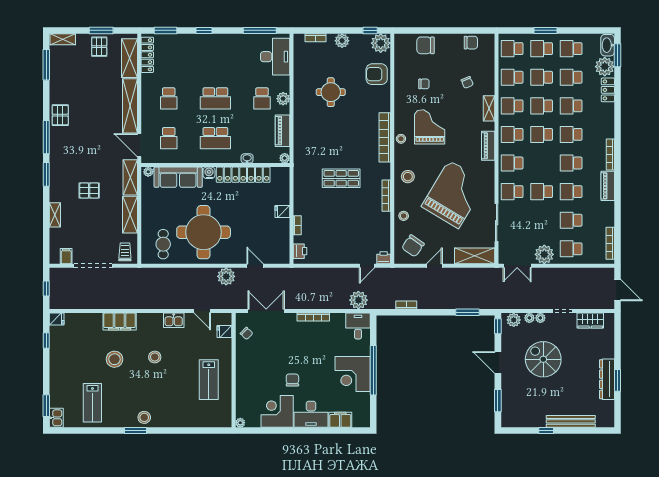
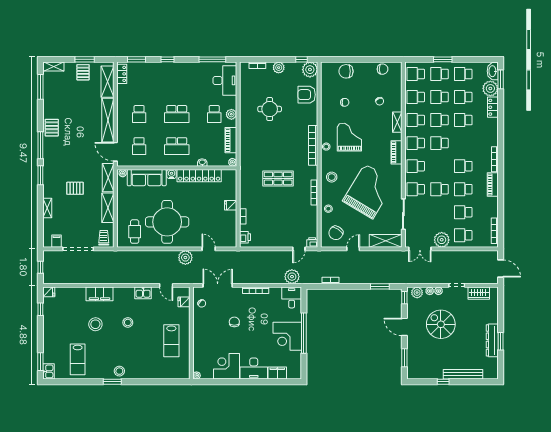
locker: (147, 55) -> (122, 74), width x0.66
school desk: (571, 134) -> (463, 143), removed
chair: (292, 380) -> (234, 322), moved

